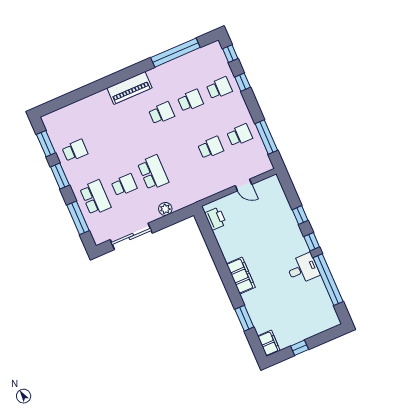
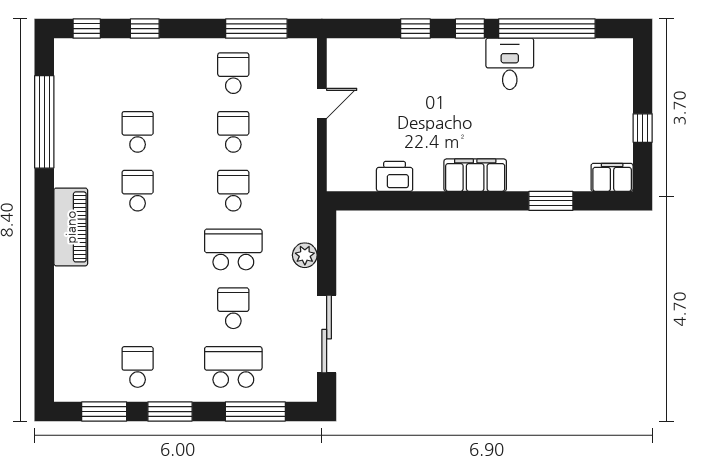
school desk: (219, 88) -> (233, 191), moved
printer: (215, 219) -> (395, 176), moved

